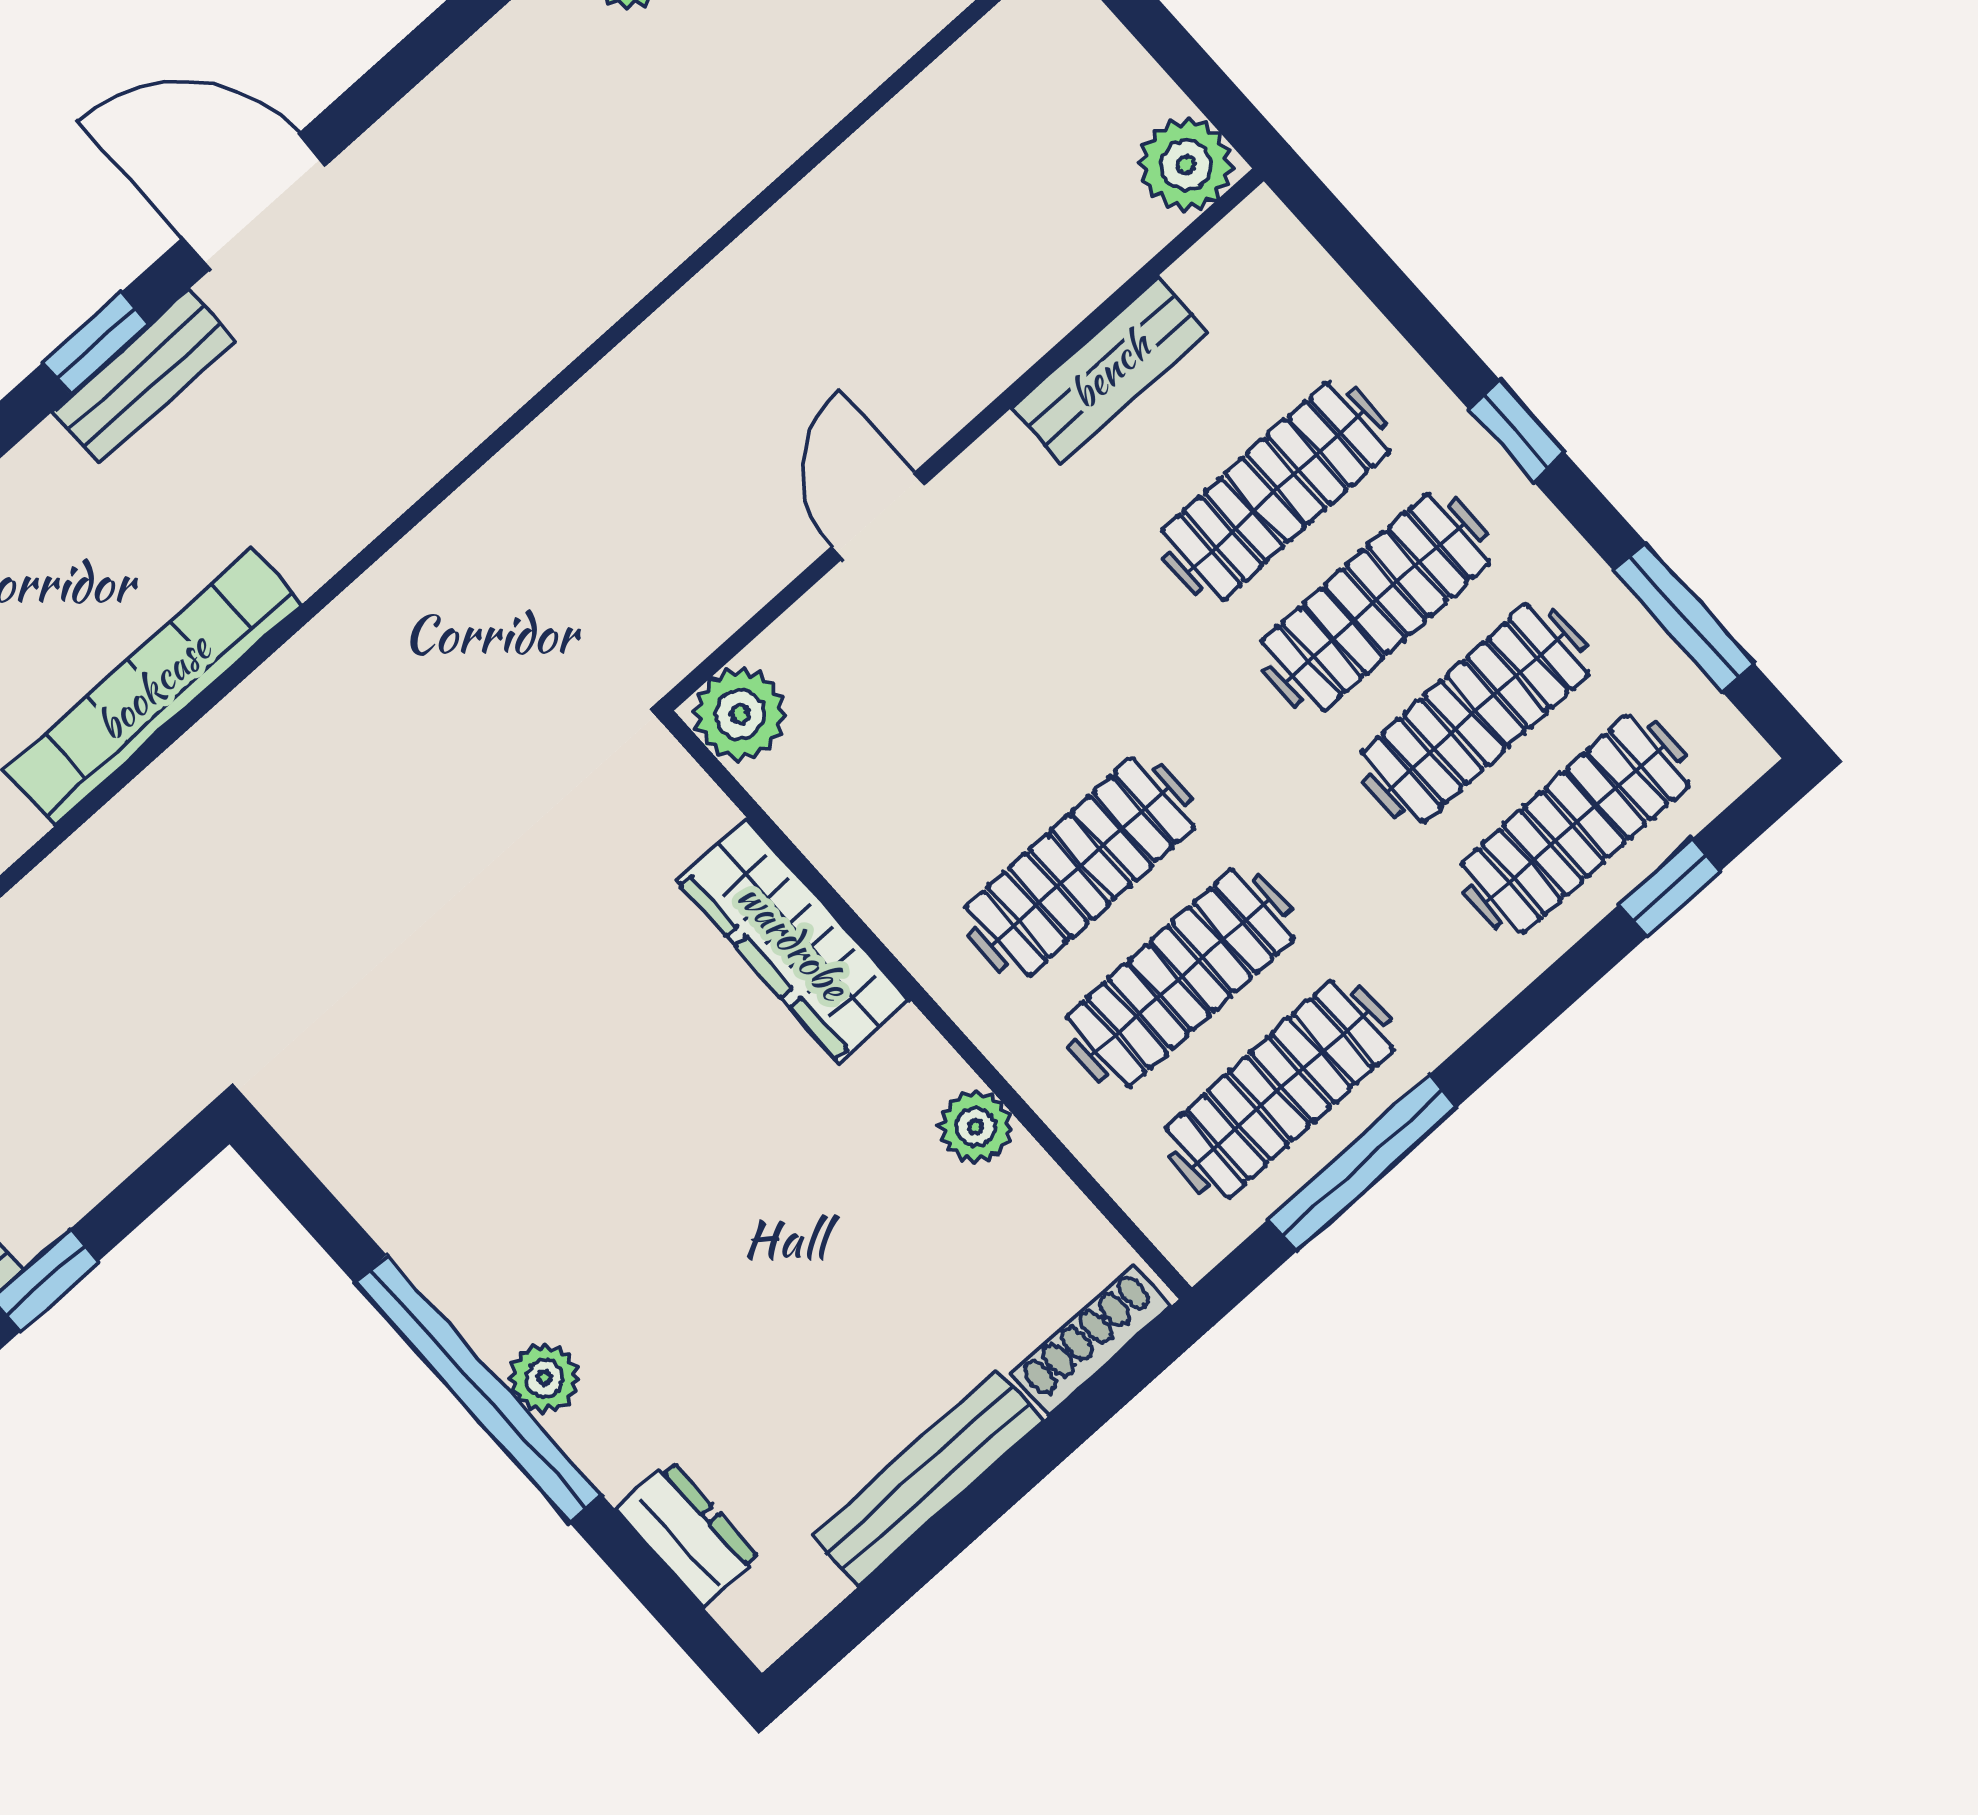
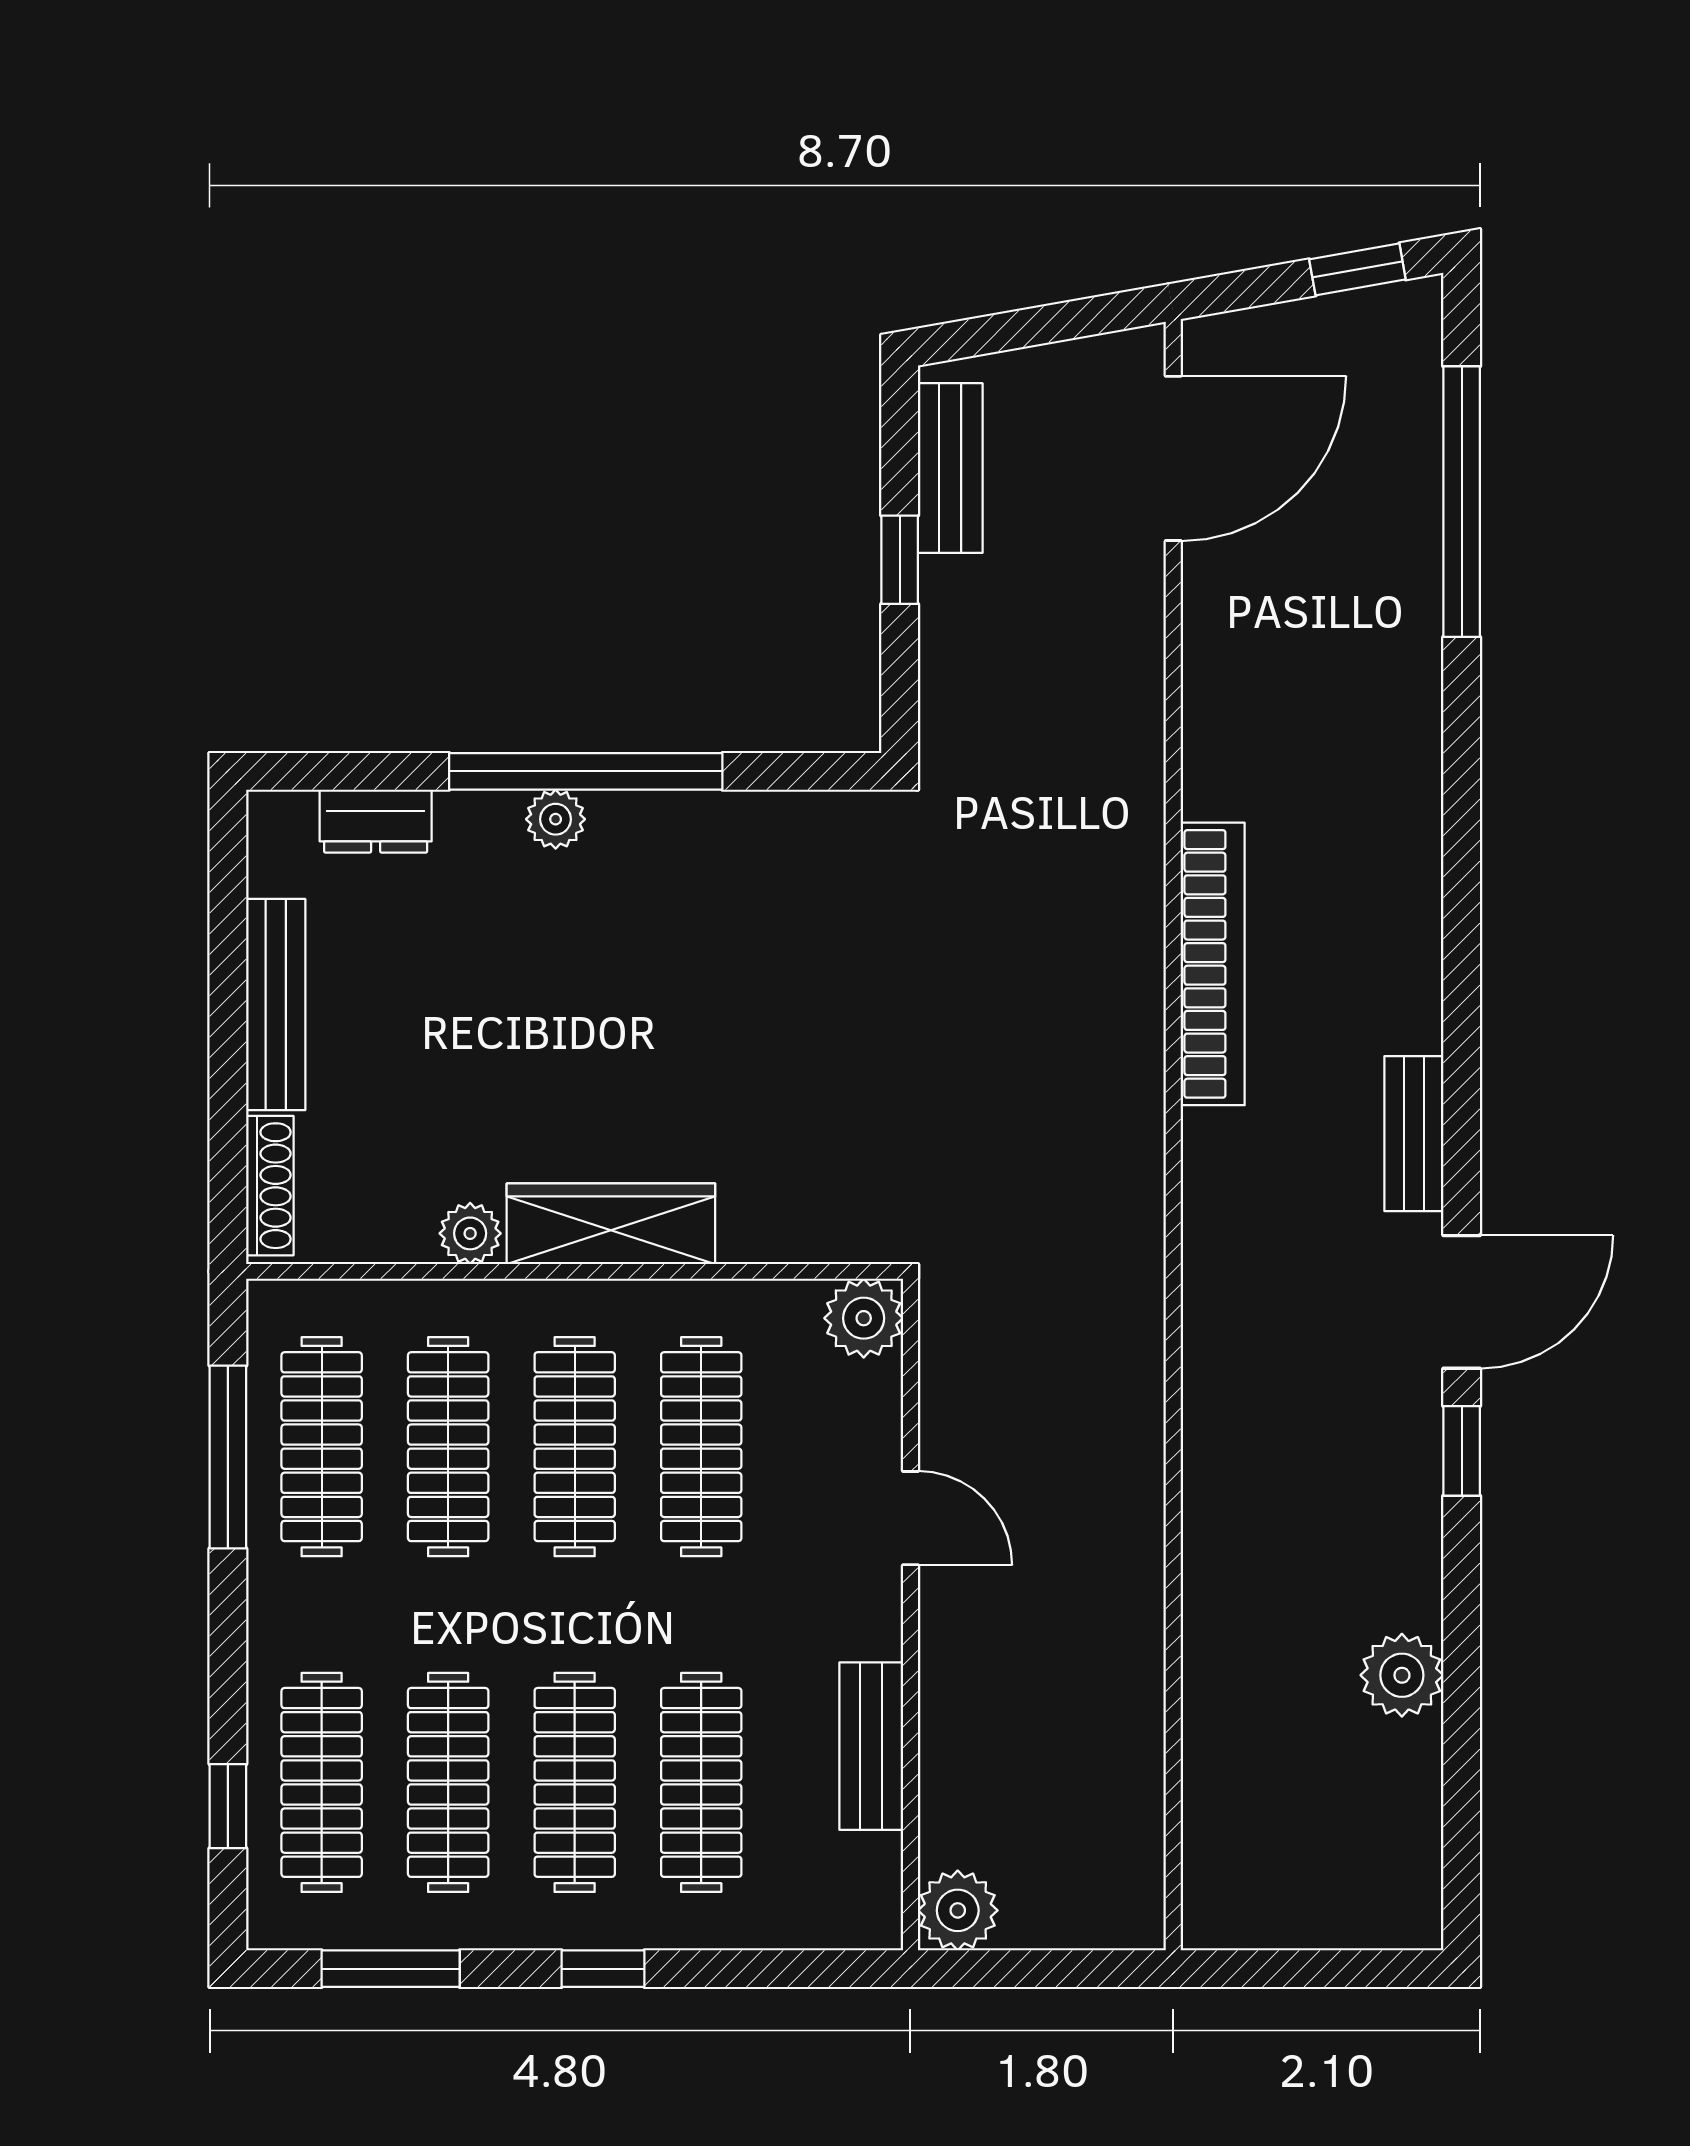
window: (96, 344) -> (1462, 1451), moved
clothes rail: (981, 756) -> (701, 1447), added
wardrobe: (793, 941) -> (611, 1224), moved

